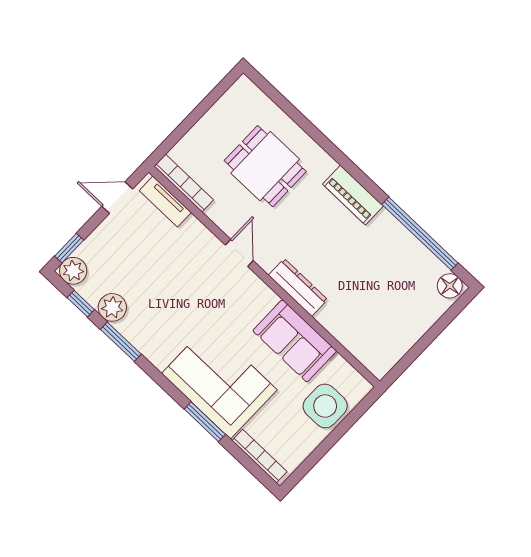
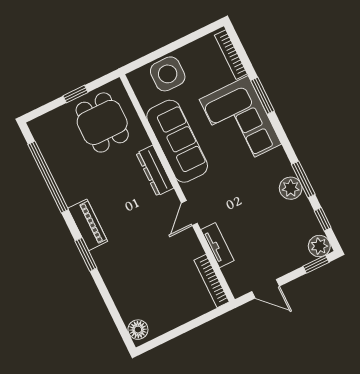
window: (342, 160) -> (86, 254), added
dining table: (265, 166) -> (102, 122), moved
tv unit: (165, 202) -> (217, 245), moved
floor lamp: (450, 286) -> (138, 330), moved
plant: (112, 307) -> (291, 188), moved
sofa: (295, 341) -> (177, 141), width x1.36
window: (424, 342) -> (76, 94), added

